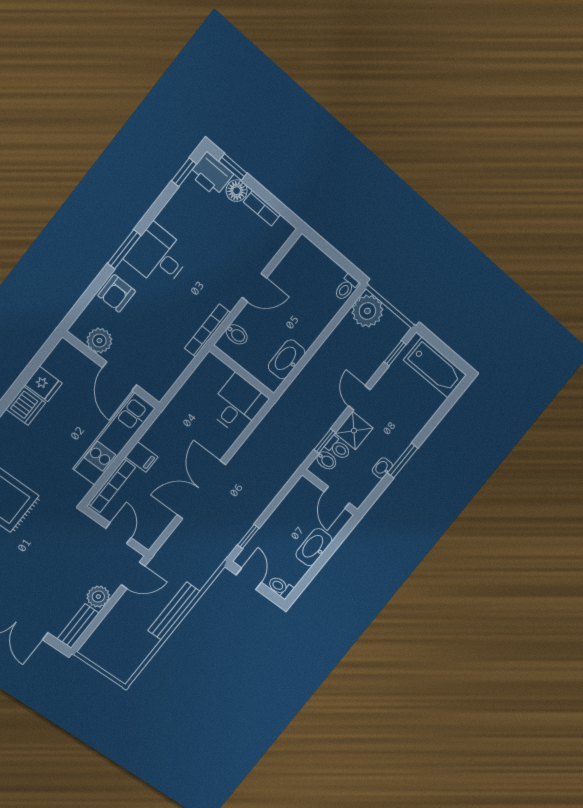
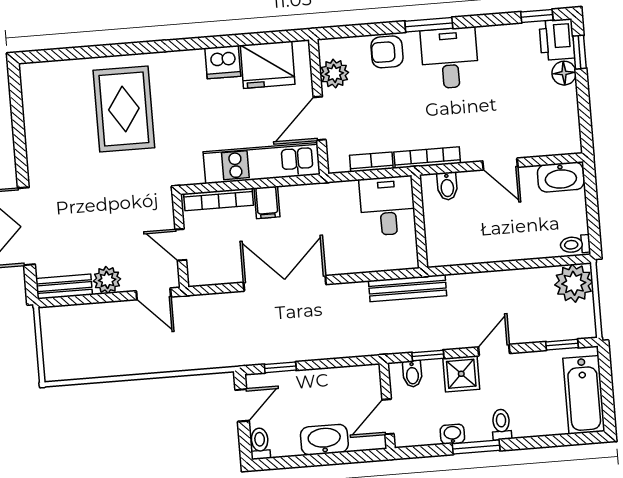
bookcase: (262, 208) -> (371, 162), moved, turned 90
washbasin: (287, 359) -> (561, 177), moved, turned 180
fridge: (44, 384) -> (268, 65), width x1.88, depth x1.34
desk: (238, 404) -> (387, 206), moved, turned -90
toilet: (338, 448) -> (501, 425), moved, turned 180
door: (118, 533) -> (181, 245), swing flipped
bench: (174, 611) -> (408, 288), moved

